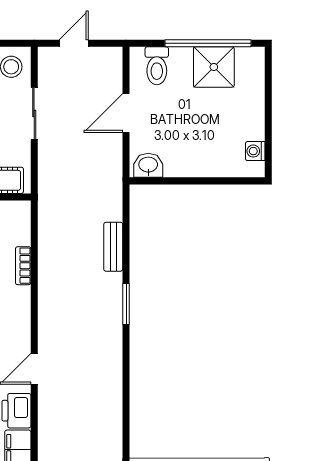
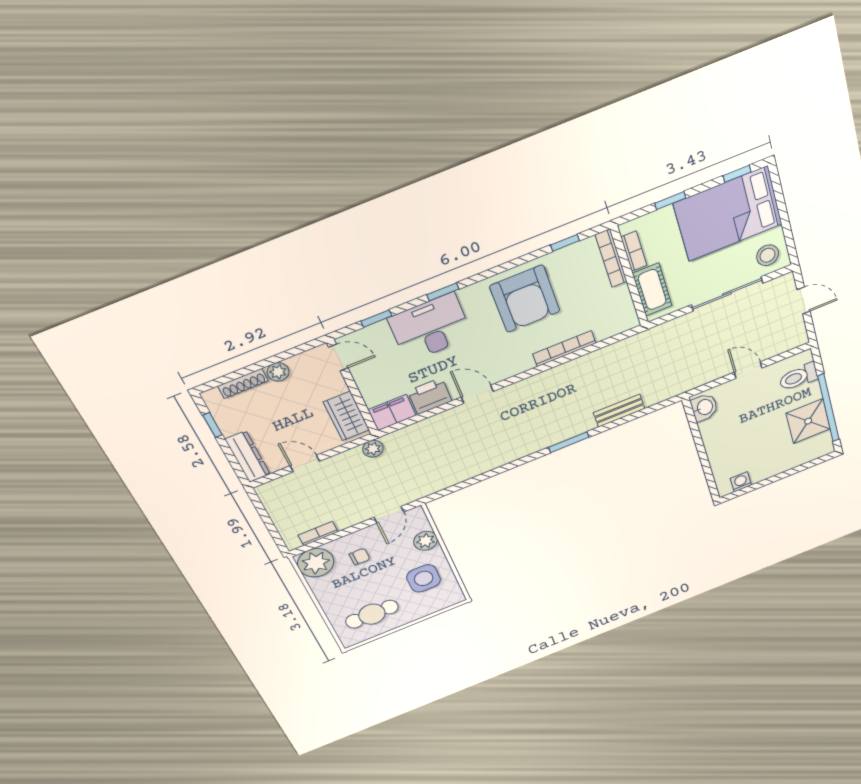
sliding door: (34, 113) -> (727, 294), width x1.37
door: (126, 113) -> (748, 370), width x0.73
bookcase: (23, 266) -> (564, 349), width x1.56

